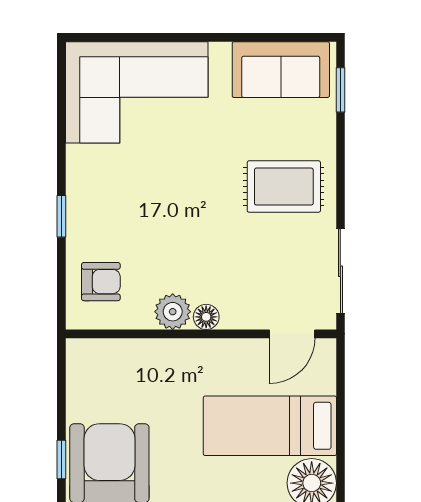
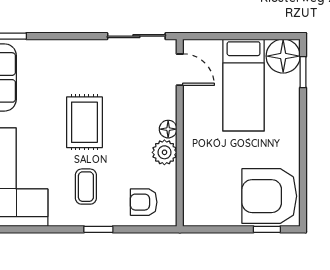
rug: (284, 187) -> (84, 122), moved
coffee table: (123, 198) -> (86, 187), added
armchair: (101, 282) -> (144, 202), turned -90

